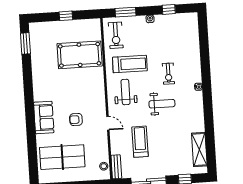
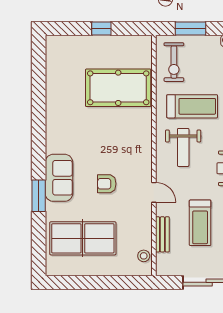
window: (25, 43) -> (39, 196), moved
weight bench: (126, 92) -> (183, 147), turned 180
treadmill: (140, 142) -> (200, 223), turned 180
bench: (116, 167) -> (162, 234), moved

